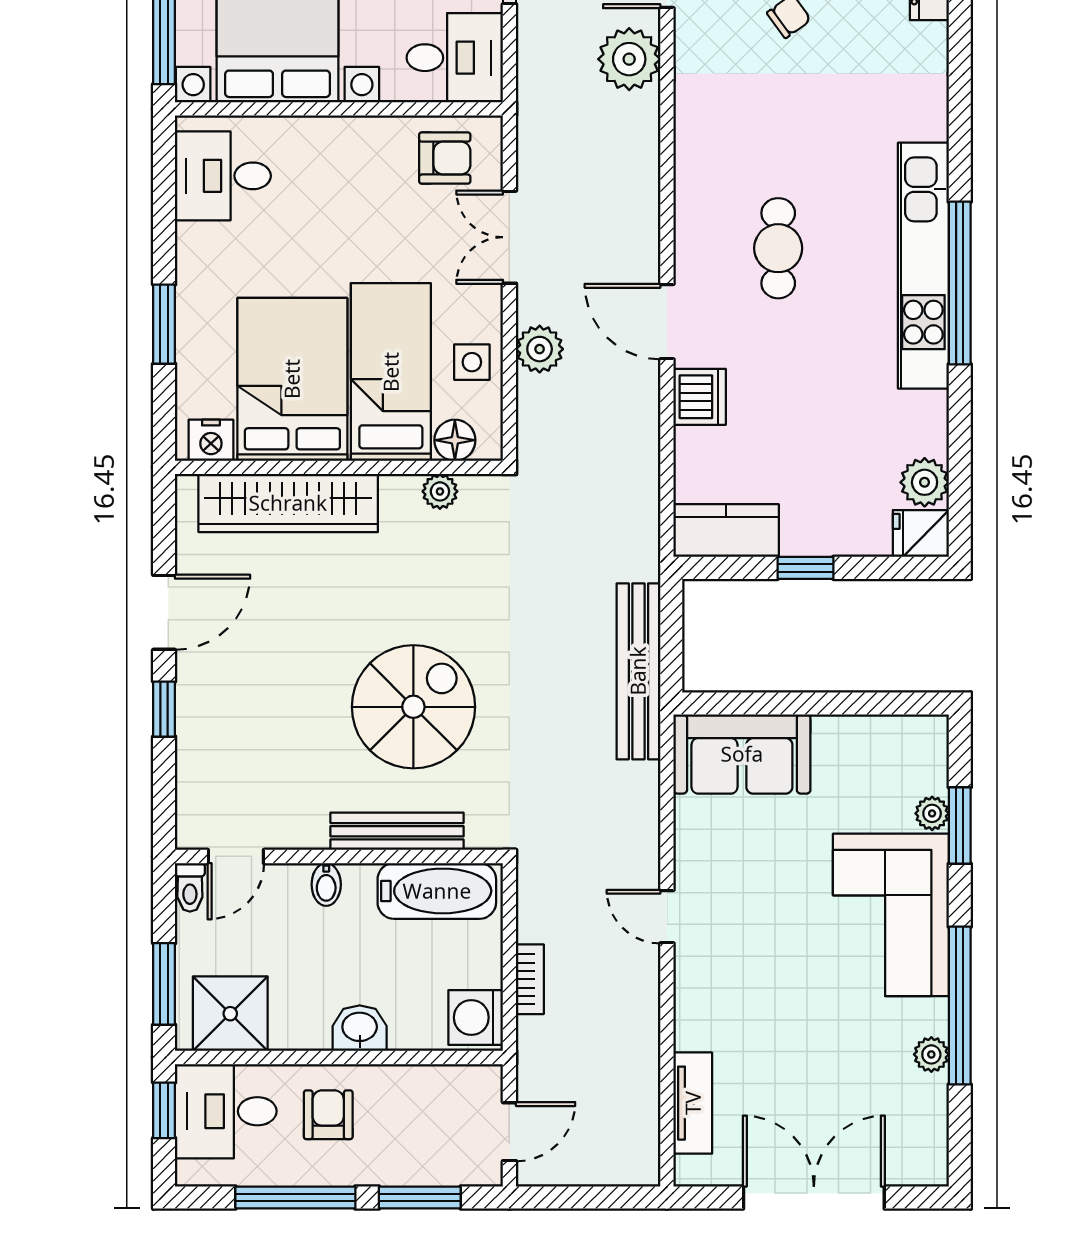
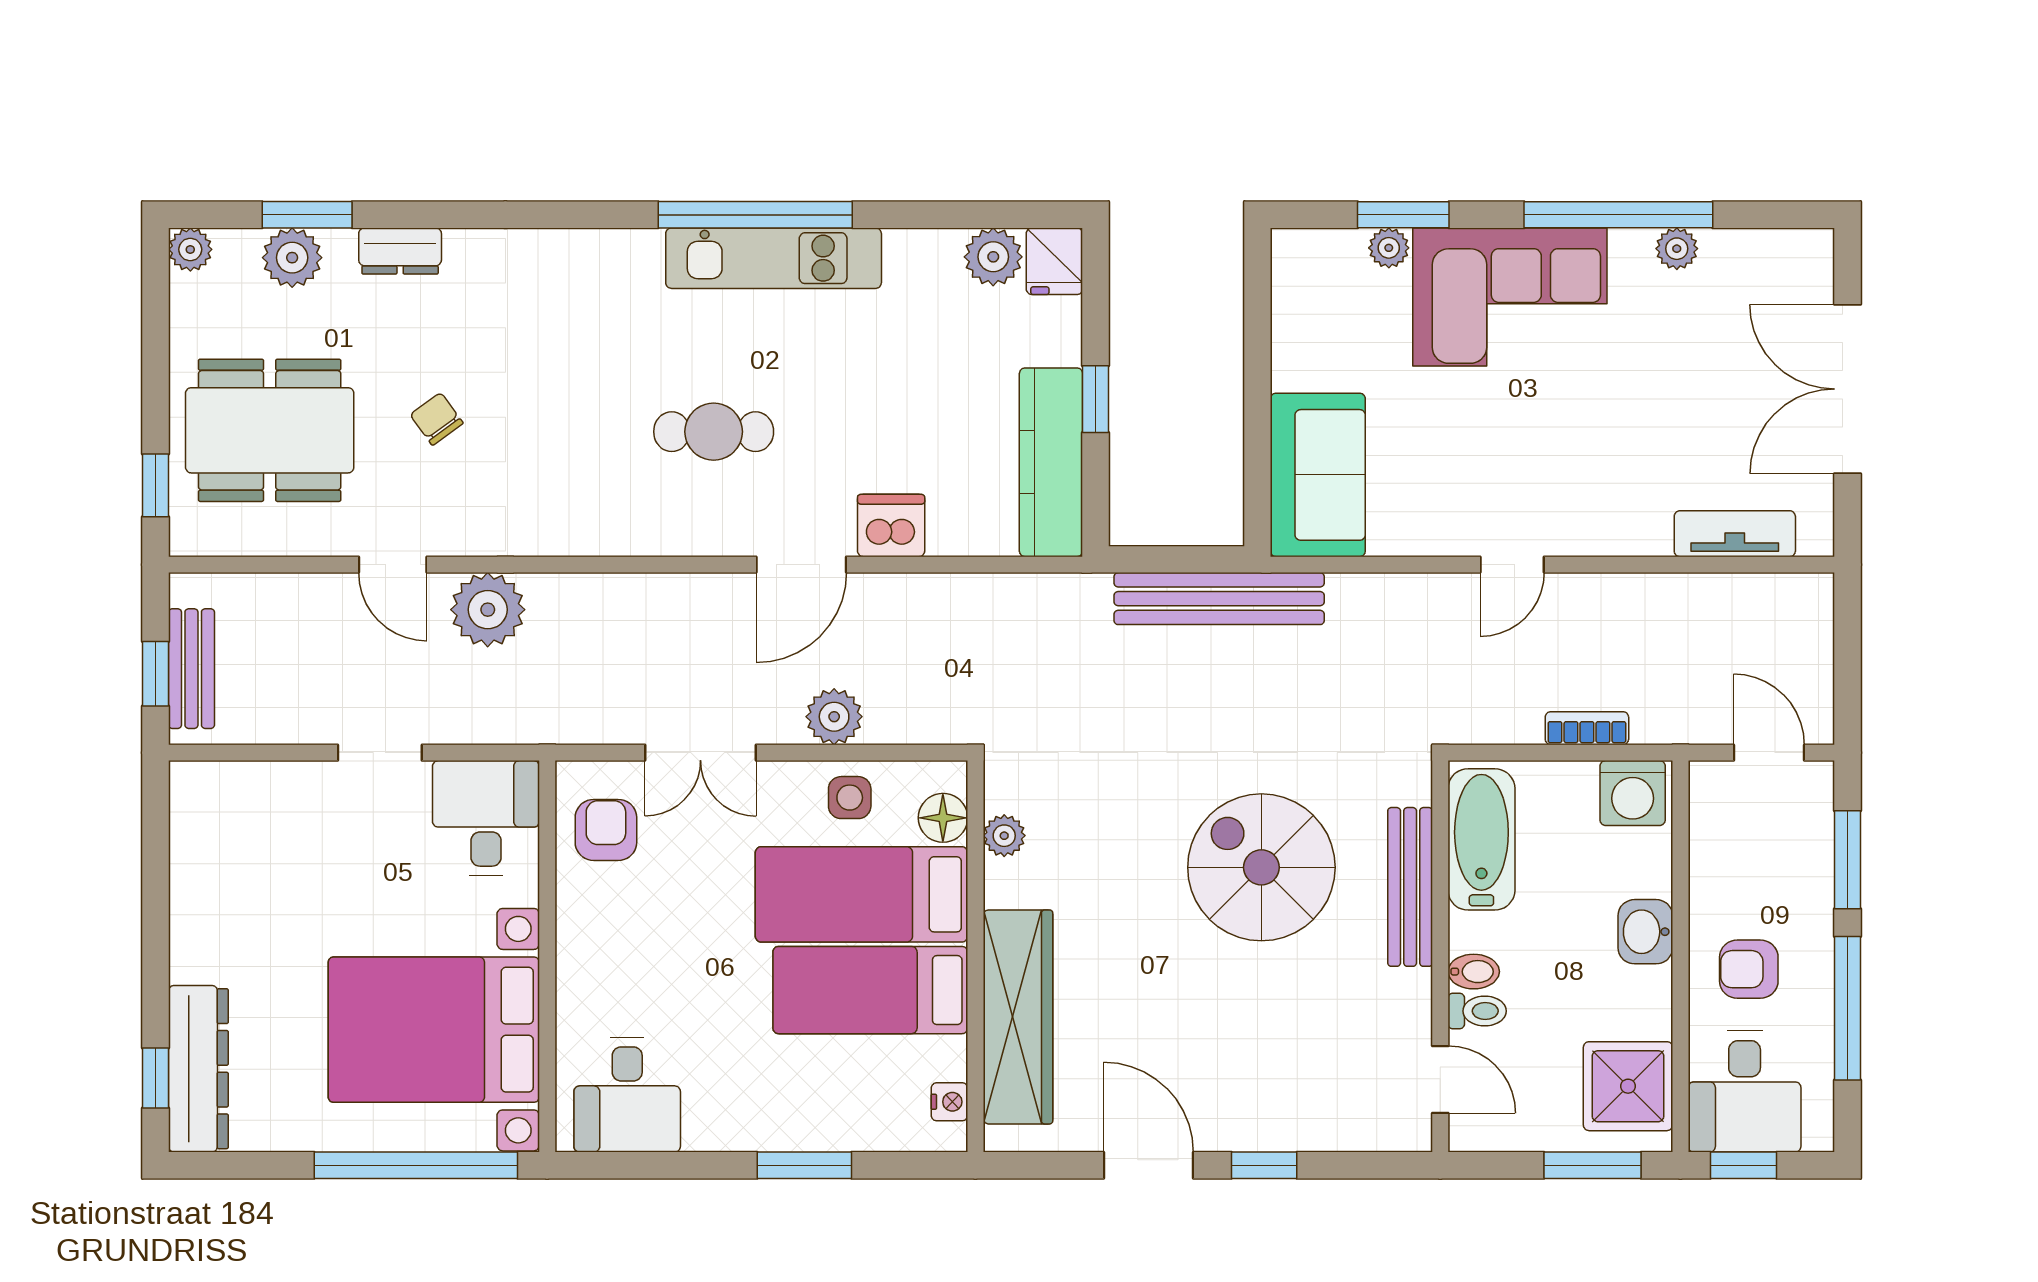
kitchen unit: (923, 266) -> (774, 258), width x0.73
bed: (292, 379) -> (870, 990), width x0.67
nightstand: (211, 440) -> (949, 1102), width x0.72, depth x0.74
kitchen counter: (726, 531) -> (1051, 462), width x1.50
toilet: (190, 887) -> (1477, 1011), moved

